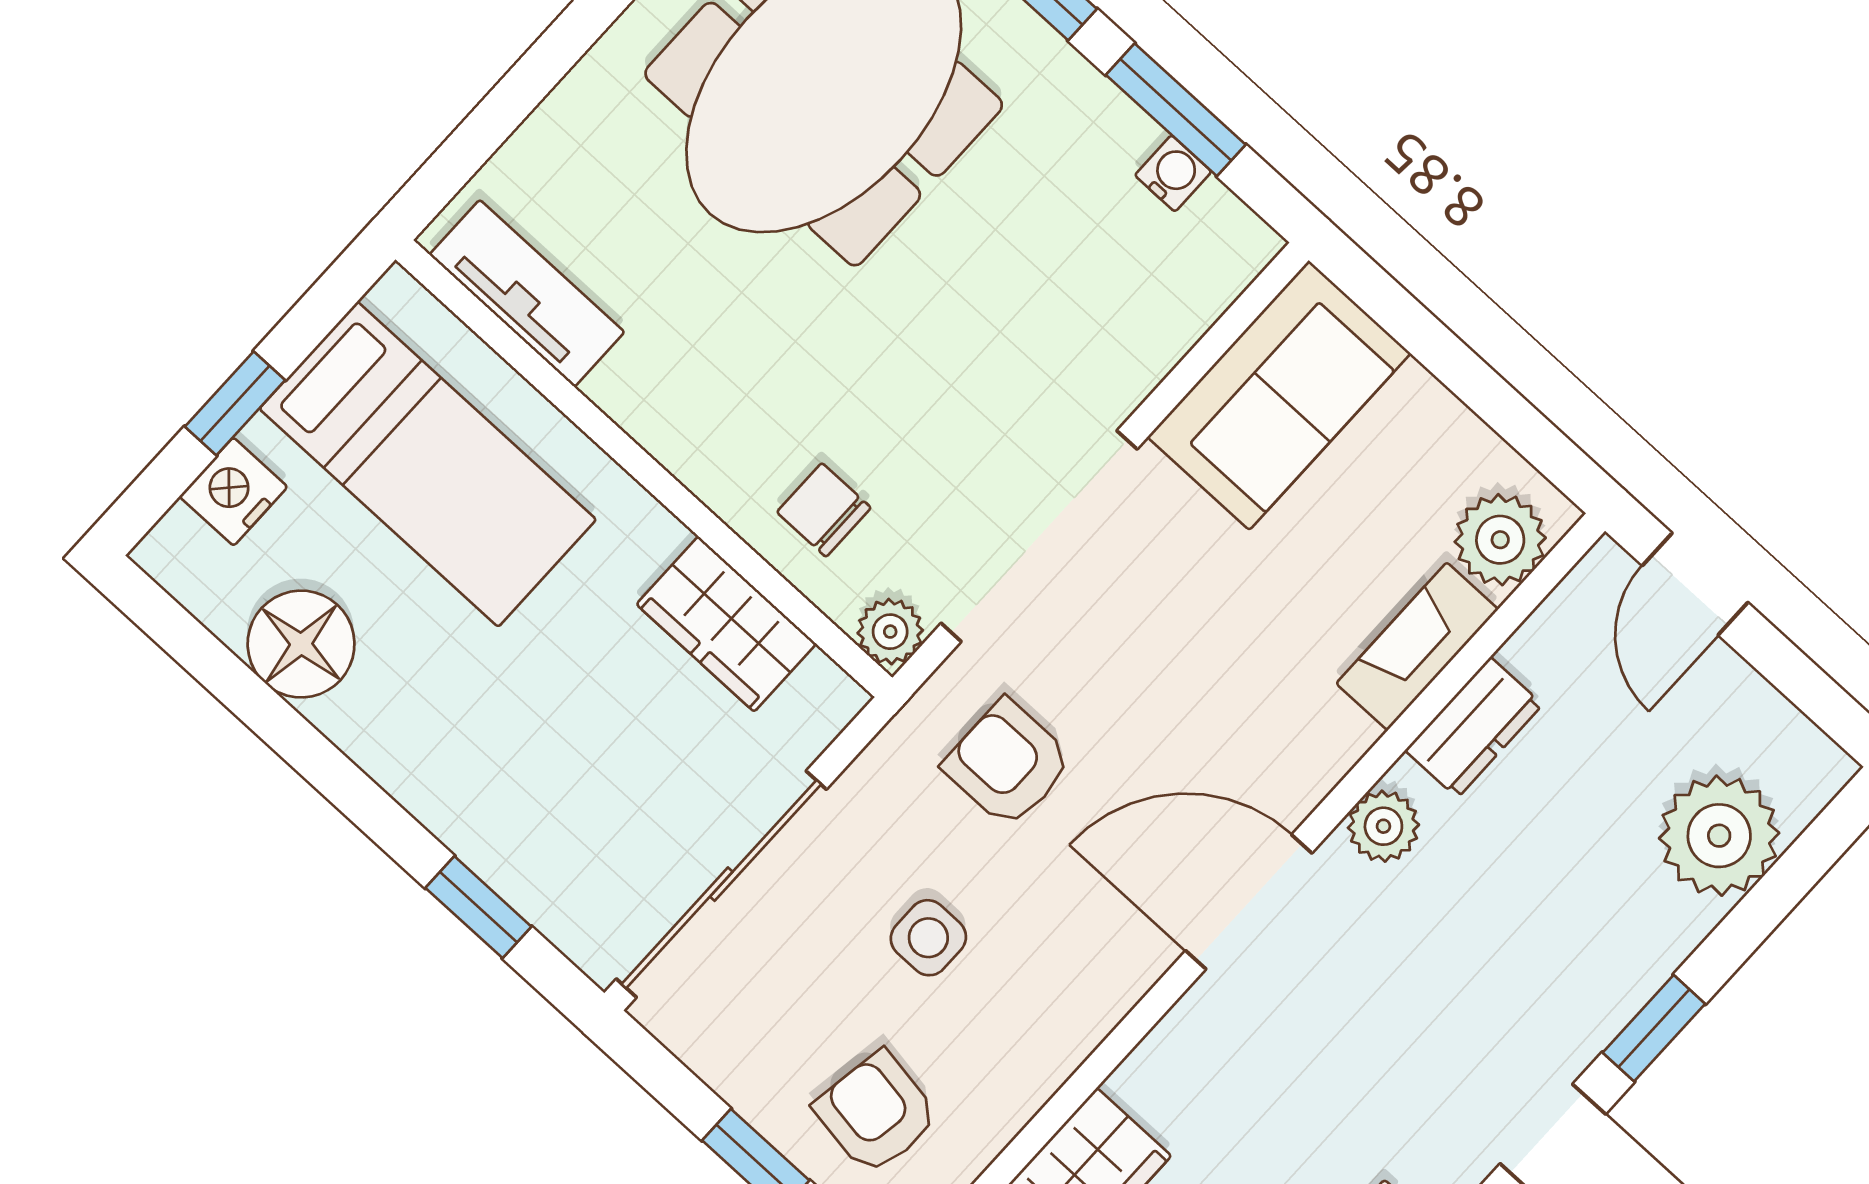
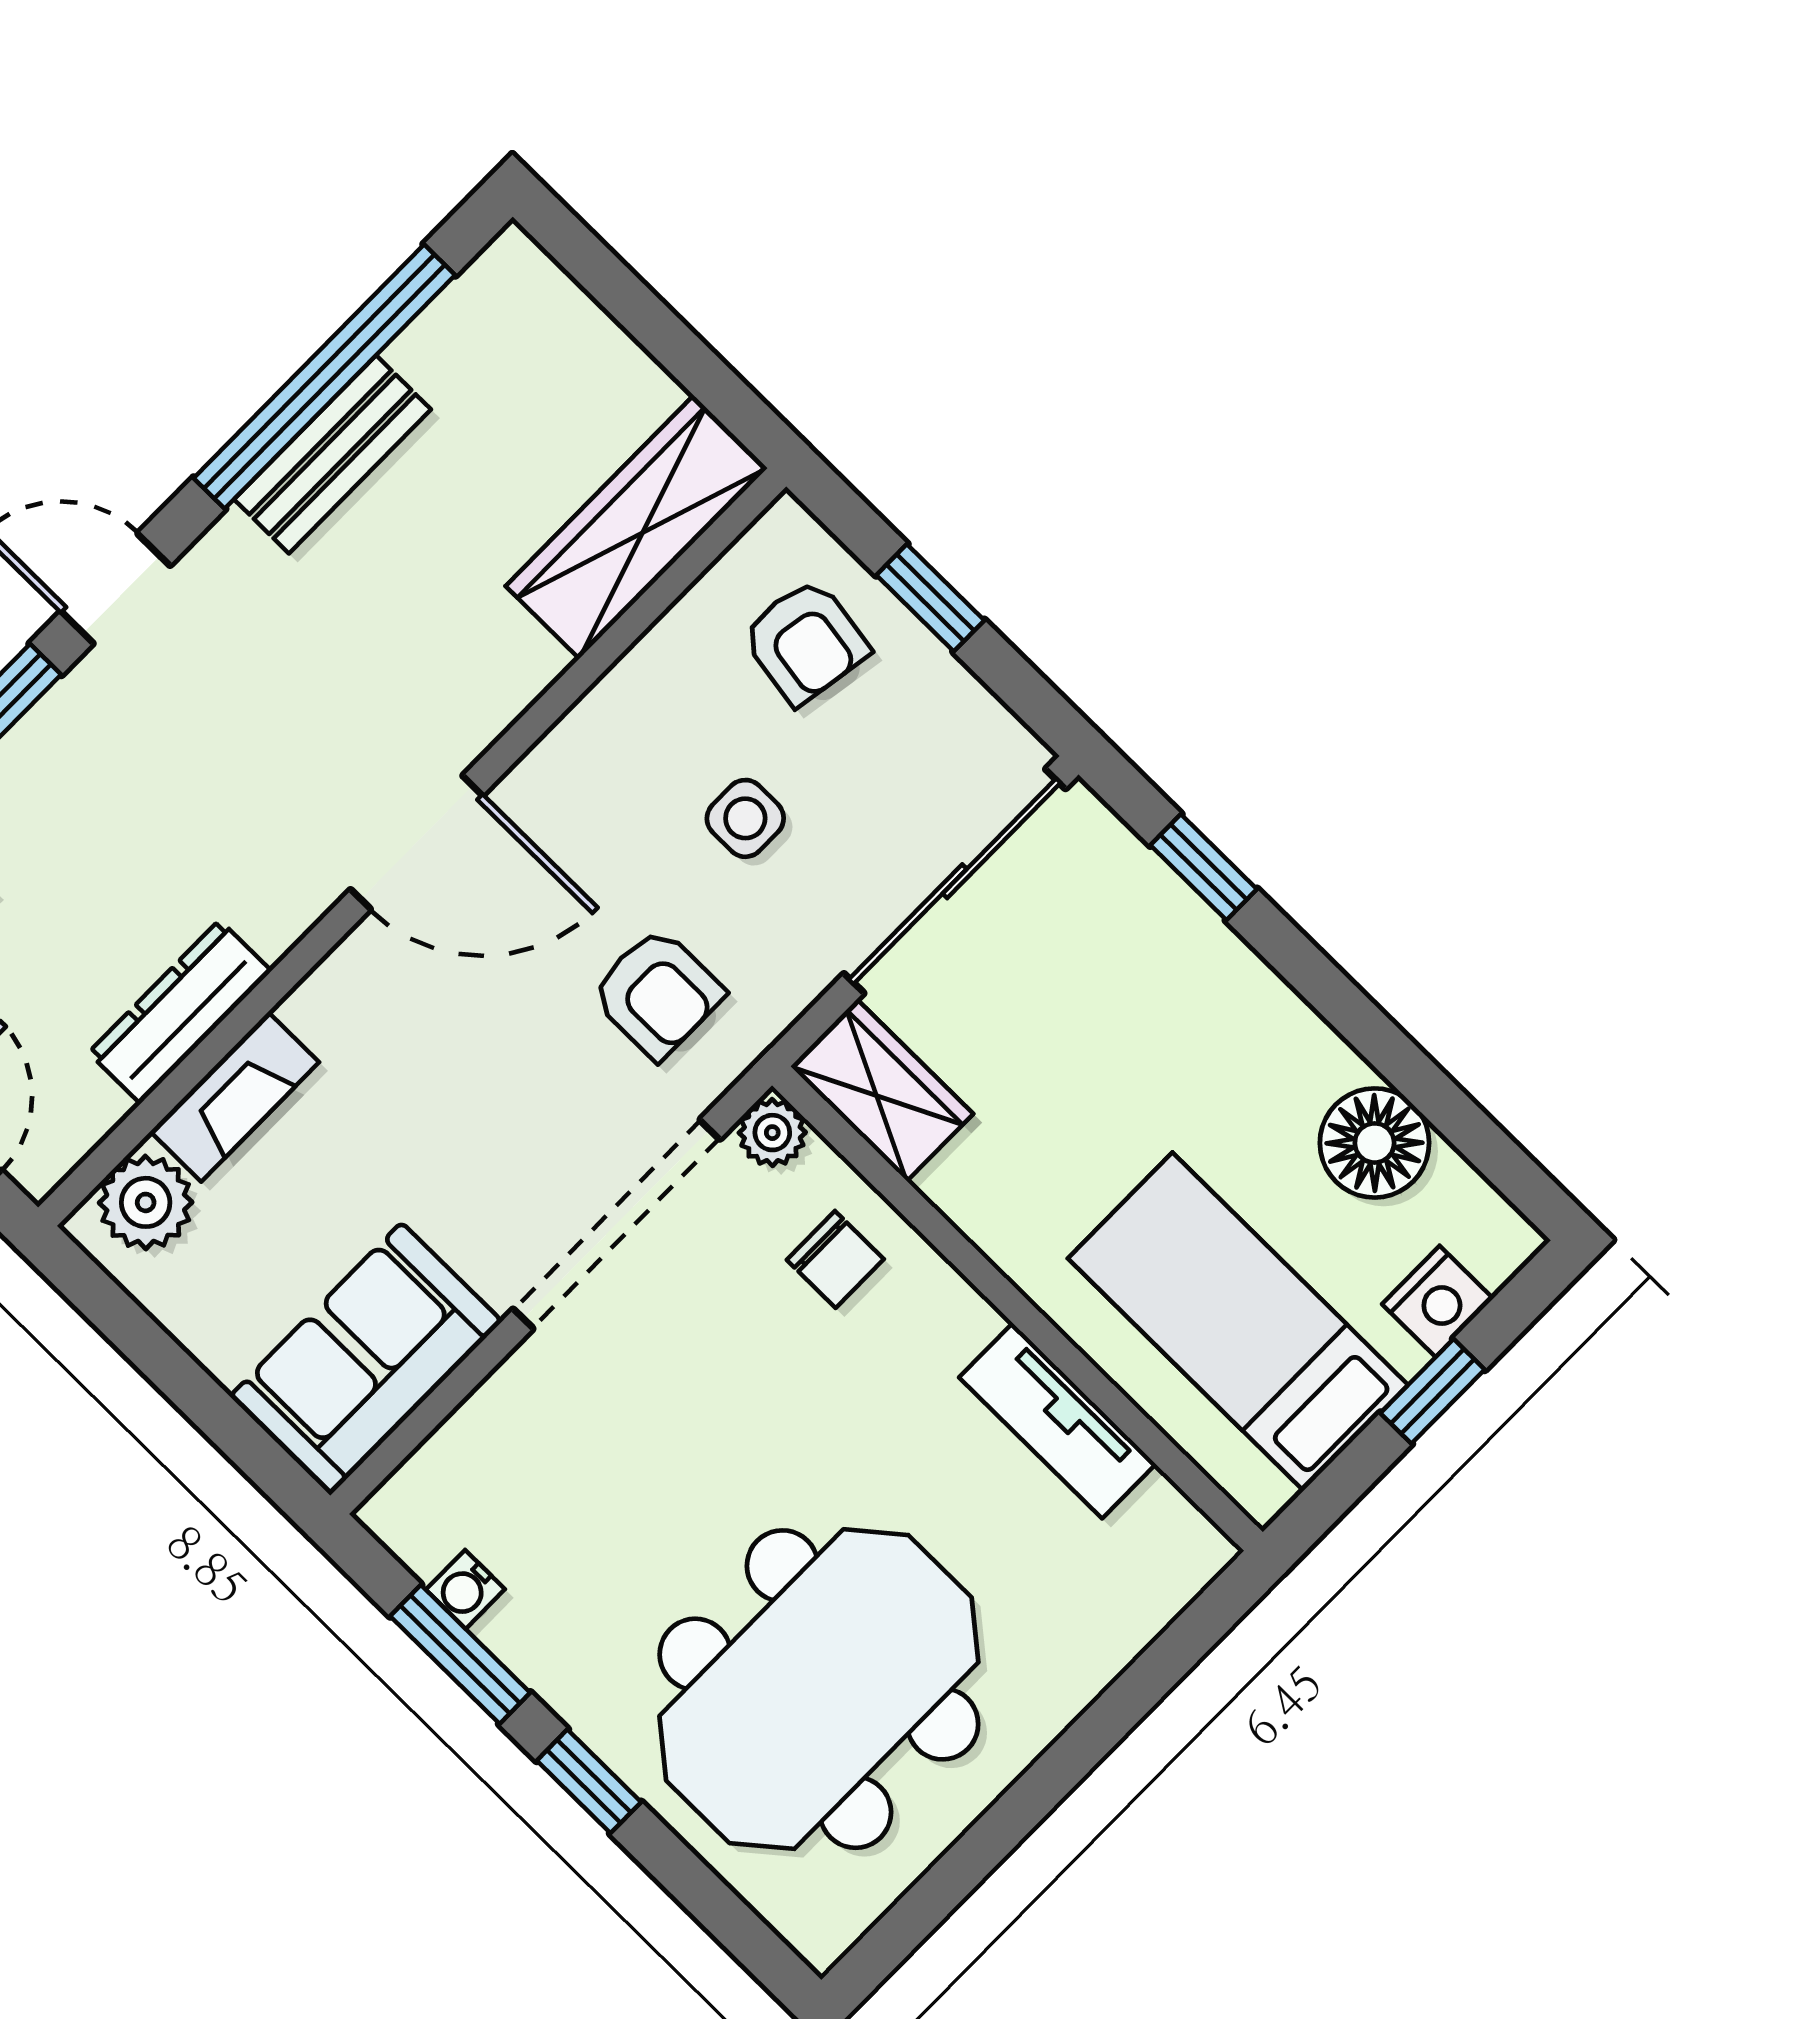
tv unit: (527, 293) -> (1058, 1421), moved
wardrobe: (726, 624) -> (882, 1090), moved
dresser: (1474, 727) -> (180, 1012), width x1.44
plant: (1383, 826) -> (276, 914), removed

